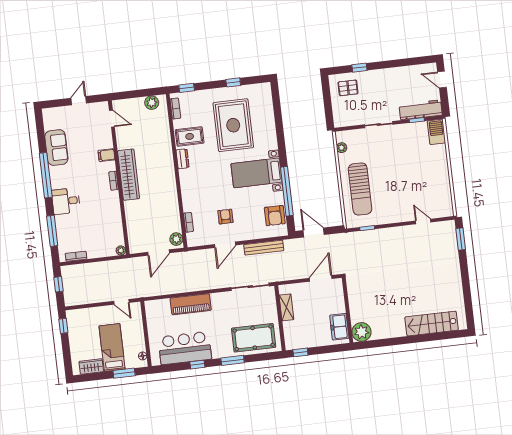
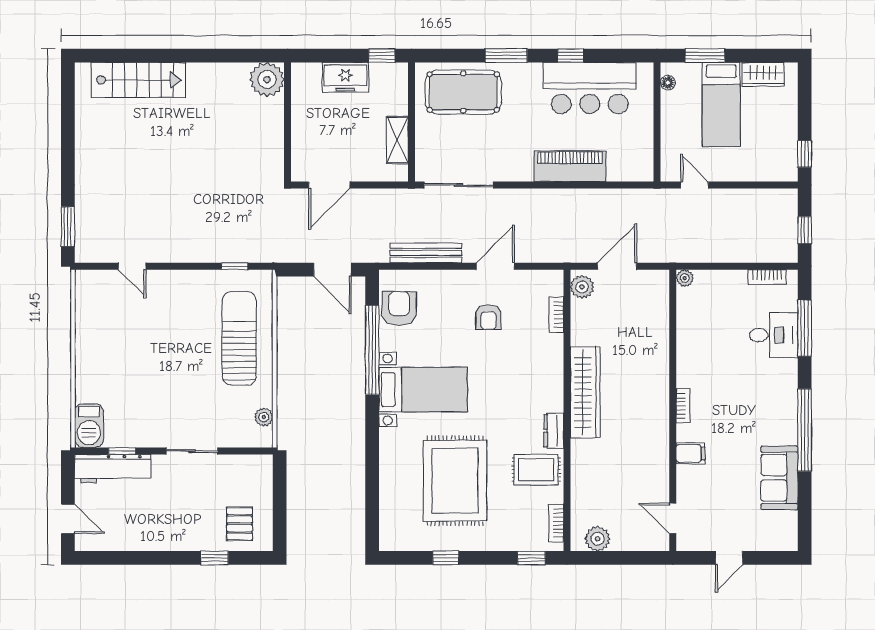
pallet: (348, 88) -> (240, 524), turned 90
wardrobe: (129, 175) -> (585, 392), moved, turned 180
desk: (66, 201) -> (774, 335), moved
freezer: (339, 327) -> (345, 77), moved, turned 90

